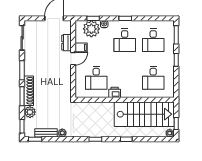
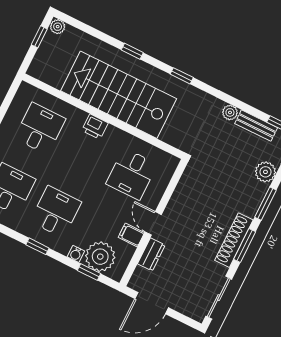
door: (73, 59) -> (153, 223), hinge flipped
desk: (96, 78) -> (132, 174), turned 180
shoe rack: (29, 91) -> (234, 240), moved
printer: (115, 92) -> (95, 127), moved
stairs: (144, 114) -> (119, 95), moved

